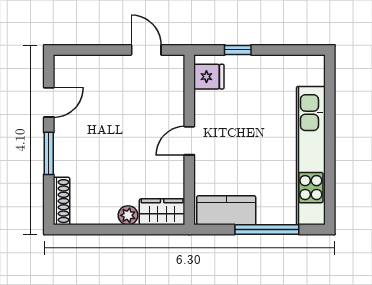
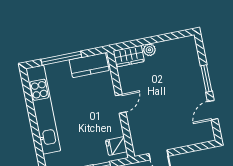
shoe rack: (62, 201) -> (193, 50), removed

